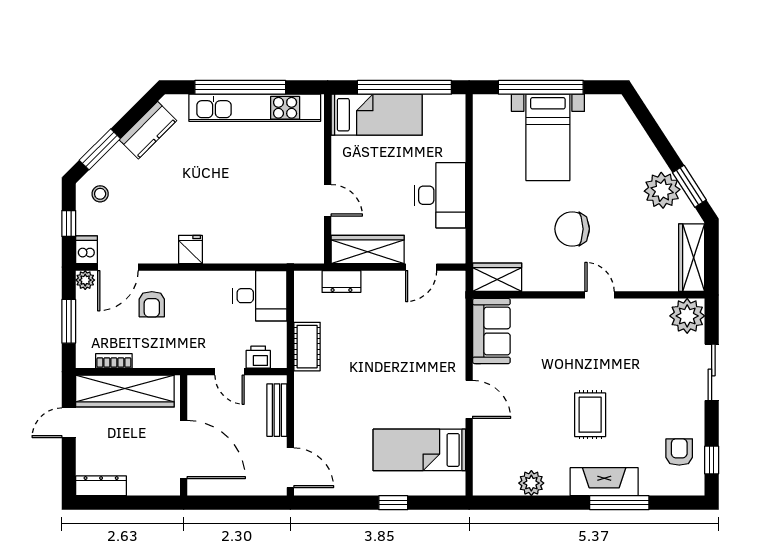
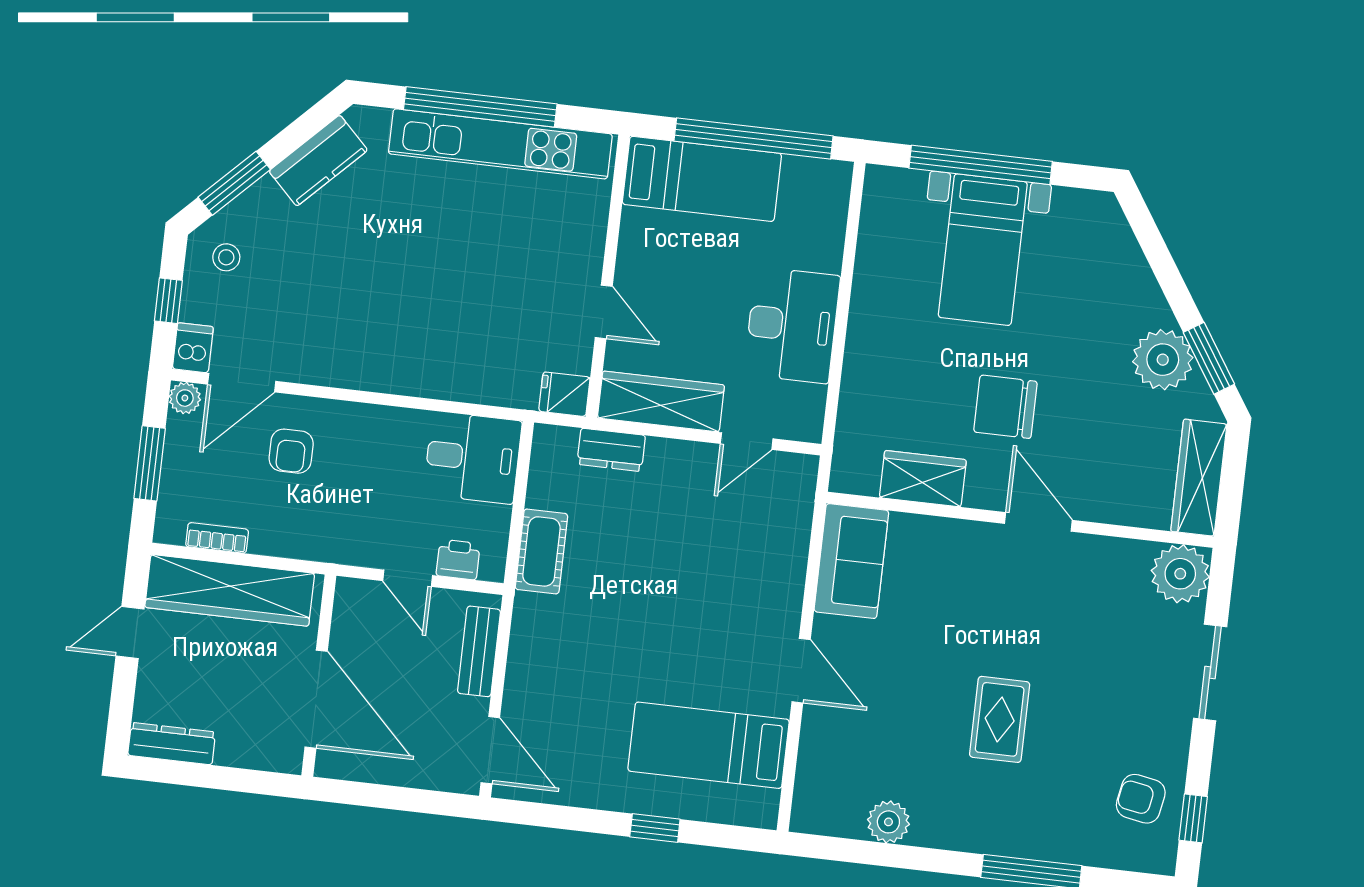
fridge: (190, 249) -> (564, 394), moved, turned -90
wardrobe: (497, 277) -> (923, 479), moved
door: (600, 295) -> (1038, 522), width x1.38
armchair: (679, 452) -> (1141, 799), turned -80
fireplace: (604, 482) -> (1010, 834), removed

